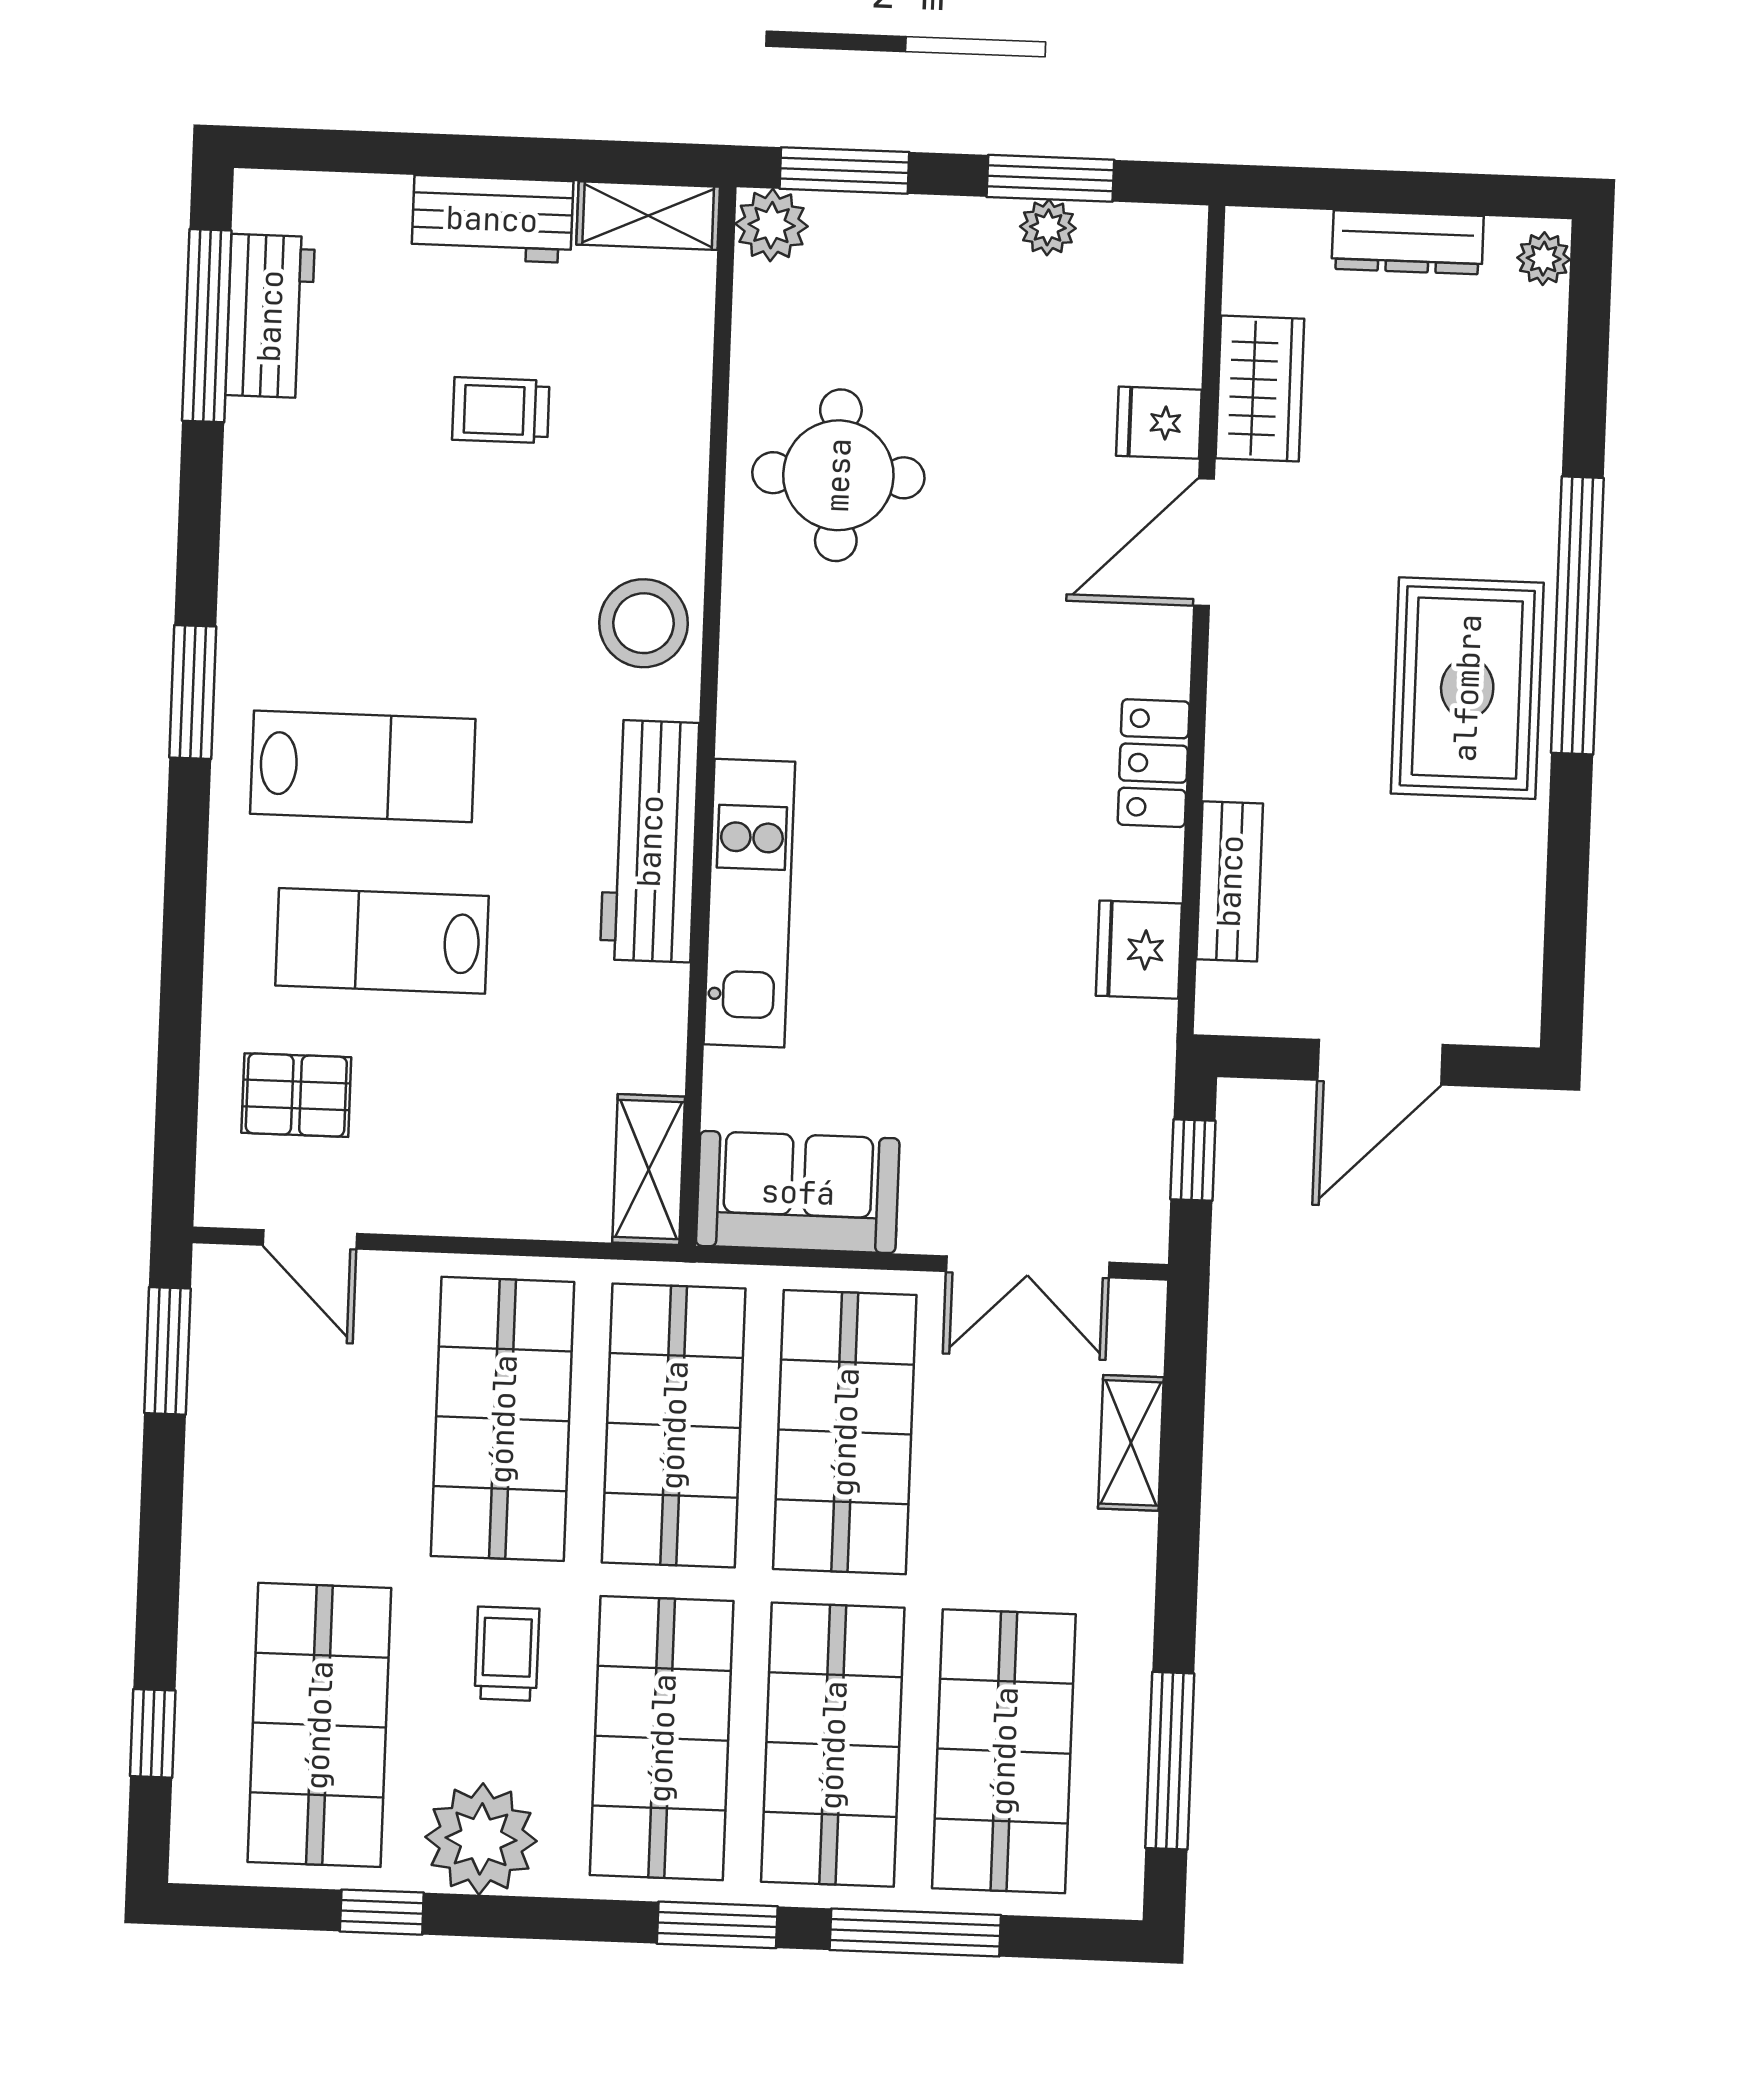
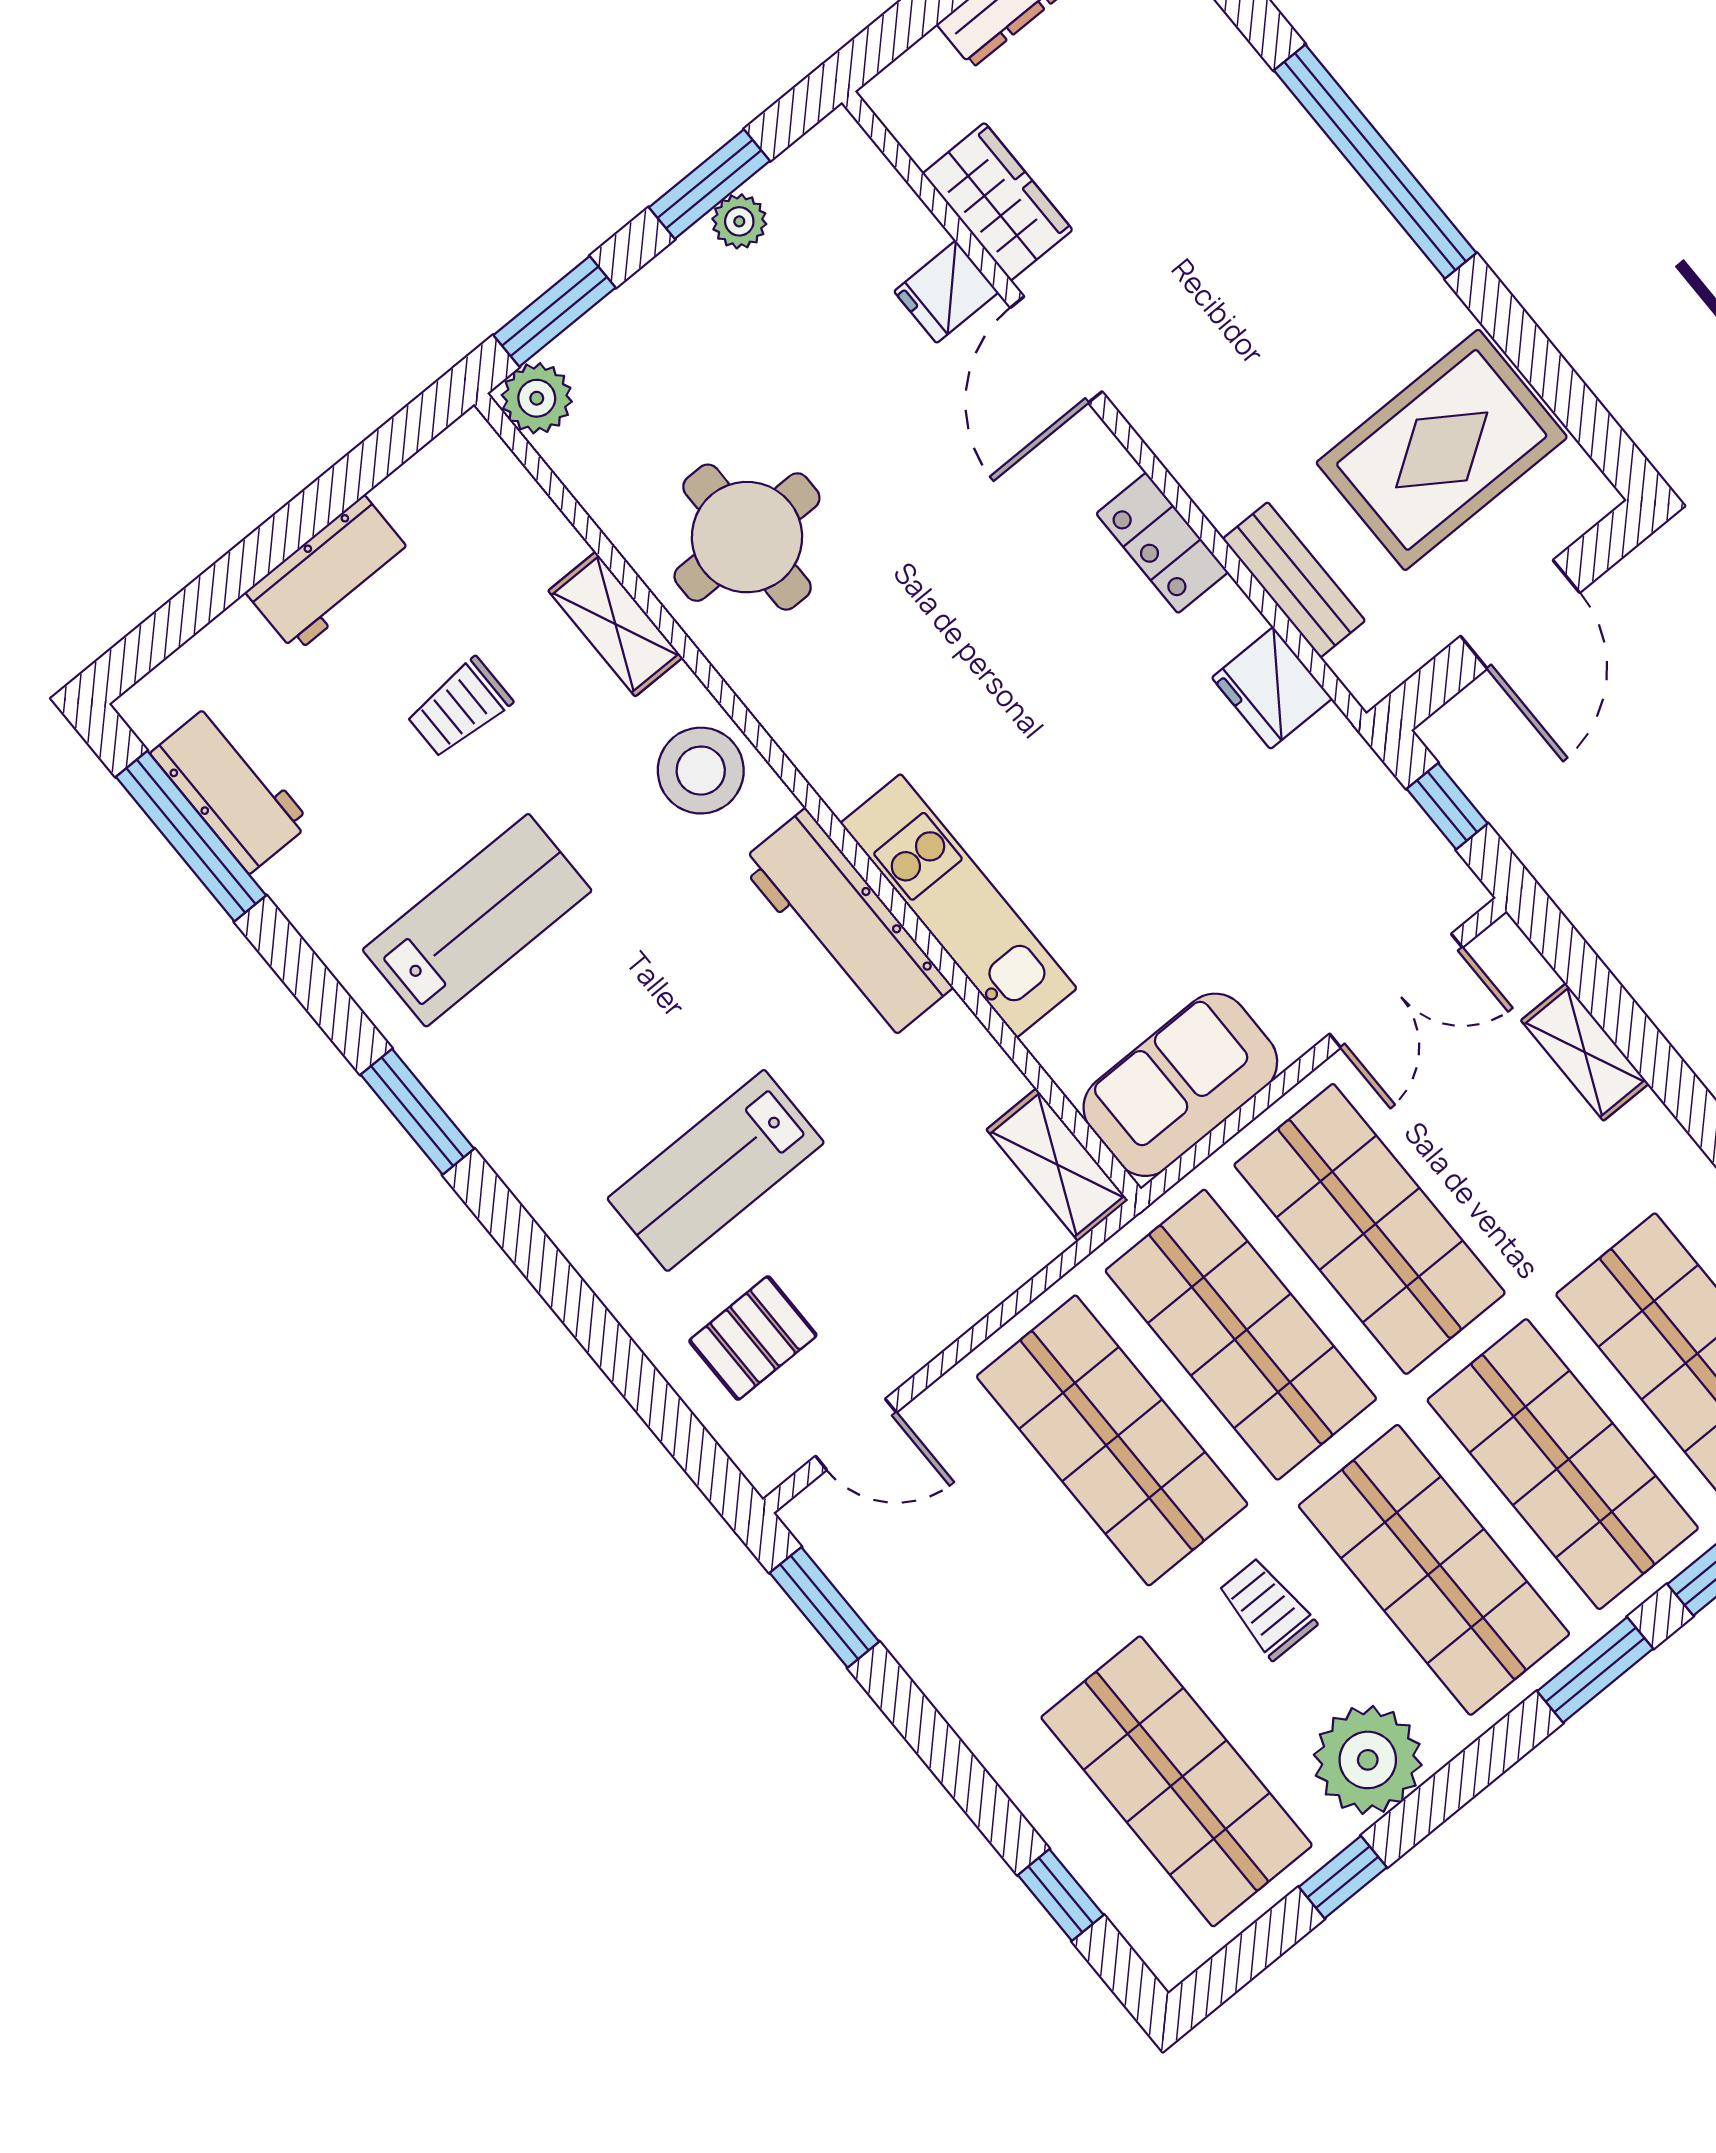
shelving: (648, 216) -> (615, 624), moved, turned 90
rug: (1467, 688) -> (1442, 450), moved, turned 90
lab bench: (363, 766) -> (477, 920), moved

